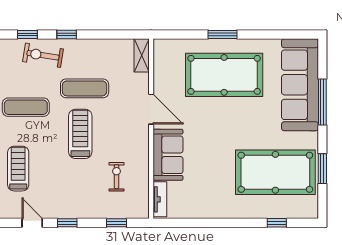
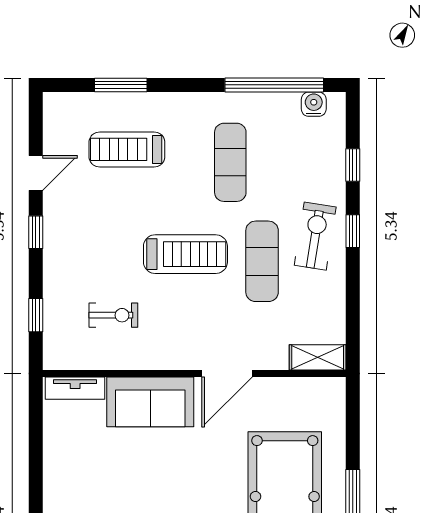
exercise bike: (43, 55) -> (315, 236), moved
treadmill: (18, 169) -> (127, 149), turned 180

